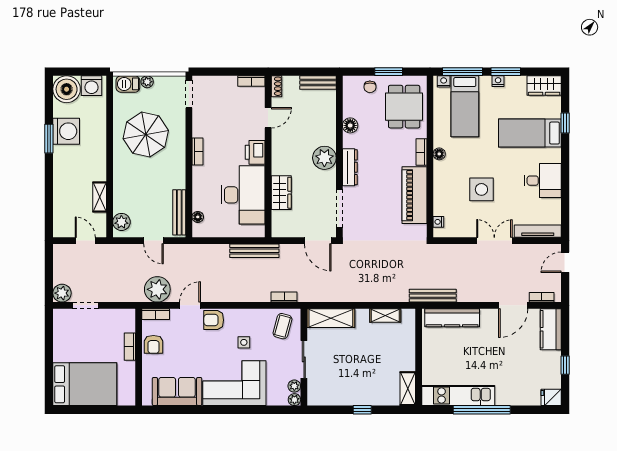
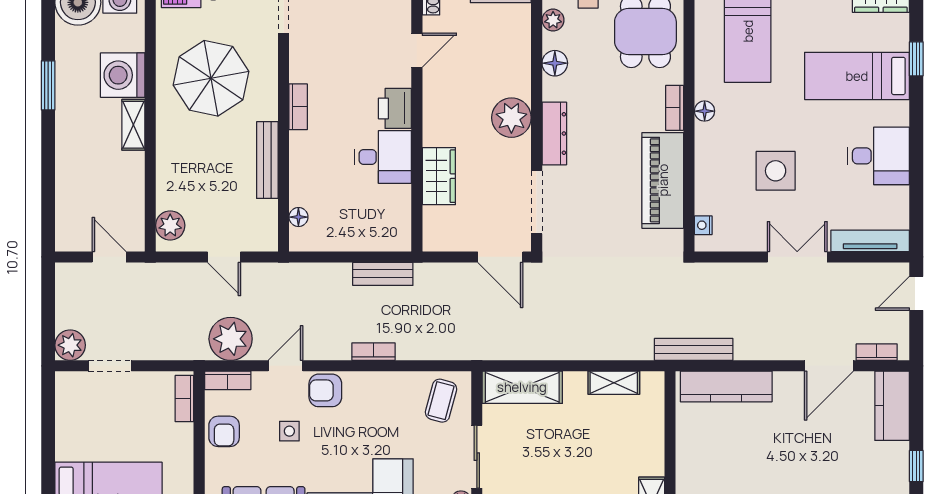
plant: (349, 100) -> (553, 20), added
washing machine: (66, 131) -> (123, 75), moved, turned 180
desk: (243, 195) -> (383, 157), width x0.53, depth x0.77
shelving: (100, 197) -> (133, 125), moved
bench: (179, 212) -> (267, 160), moved
bench: (254, 251) -> (383, 274), width x0.73
bookcase: (284, 297) -> (373, 352), moved
side table: (244, 342) -> (289, 431), moved
bookcase: (130, 347) -> (184, 399), moved

